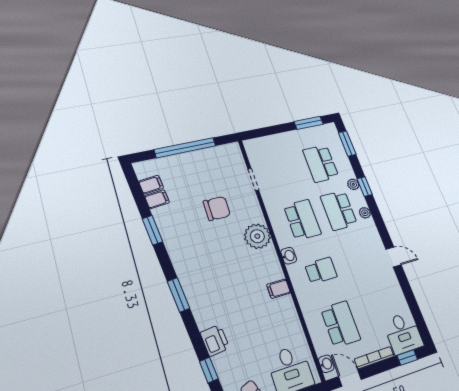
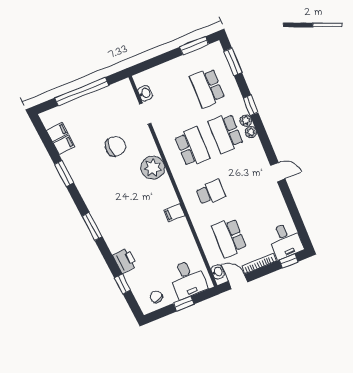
plant: (353, 184) -> (246, 121), moved
washbasin: (289, 256) -> (145, 93), moved
school desk: (341, 324) -> (229, 238), turned 180

